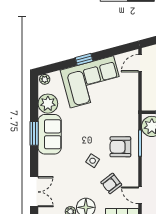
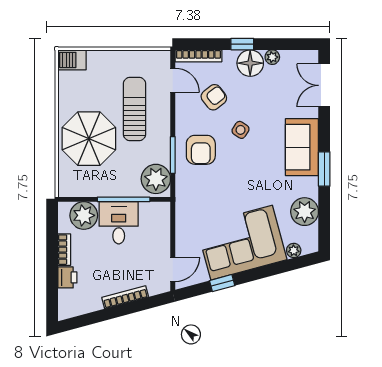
window: (84, 59) -> (222, 283), moved
plant: (45, 79) -> (294, 250), moved
sofa: (50, 134) -> (302, 147), moved
armchair: (120, 147) -> (201, 150), turned 90

